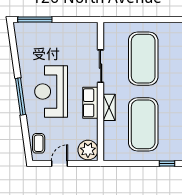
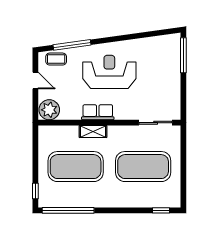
sliding door: (101, 66) -> (156, 123), moved
window: (20, 96) -> (72, 45), moved

